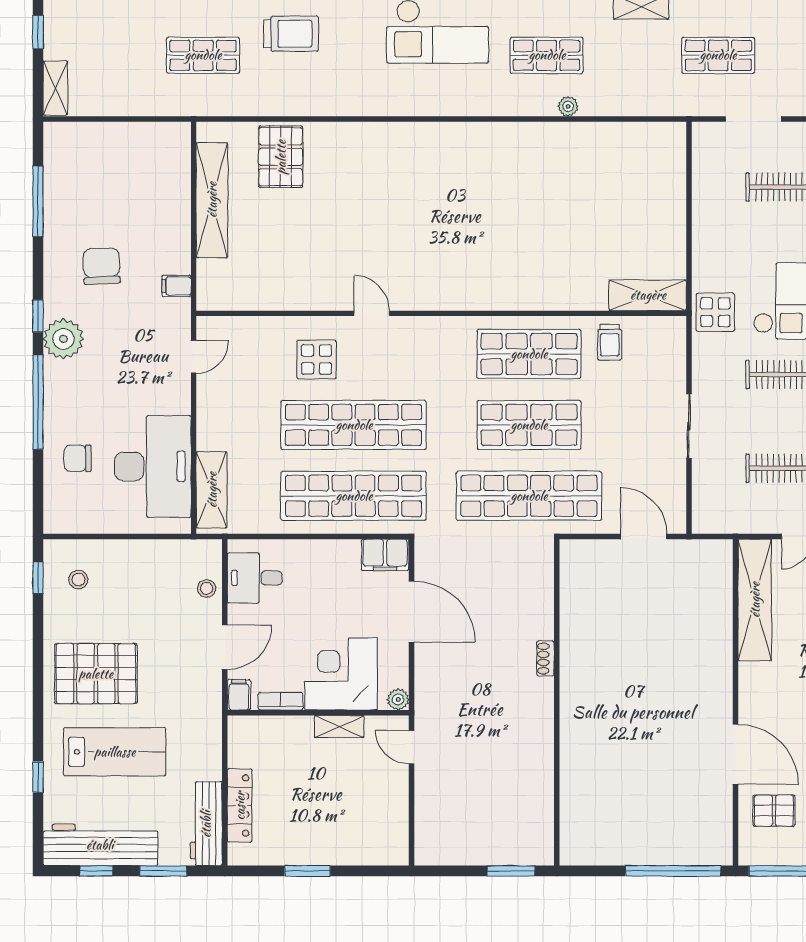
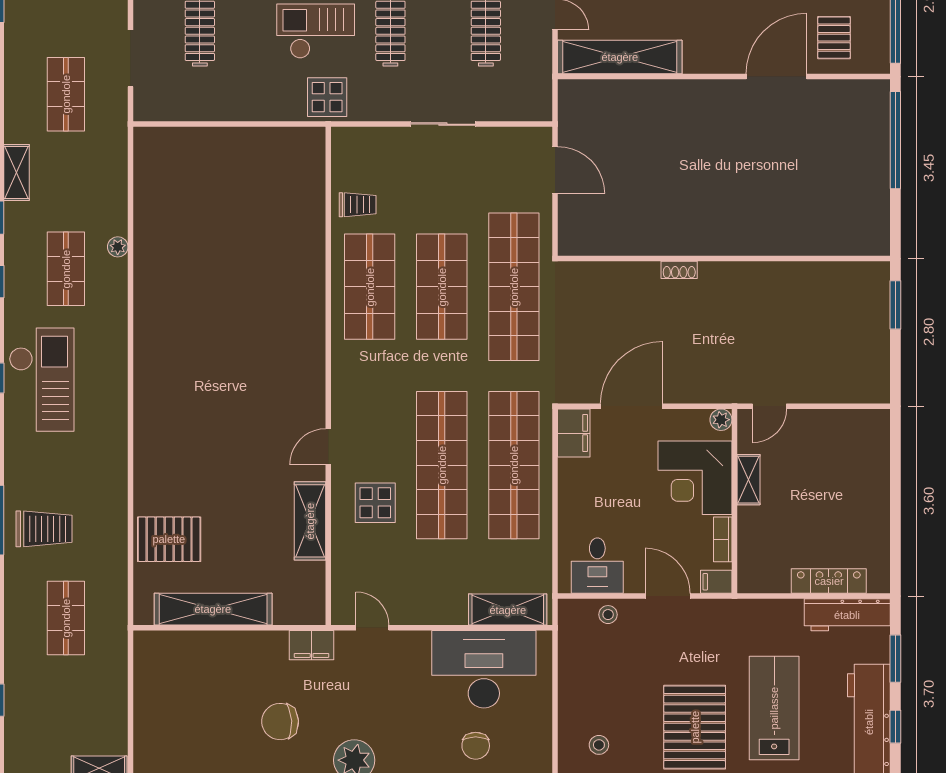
trolley: (291, 34) -> (44, 529), turned 90
filing cabinet: (177, 286) -> (312, 645), width x2.00
shelving: (648, 295) -> (310, 521), moved
door: (644, 536) -> (555, 170), swing flipped
window: (307, 871) -> (895, 512), removed

